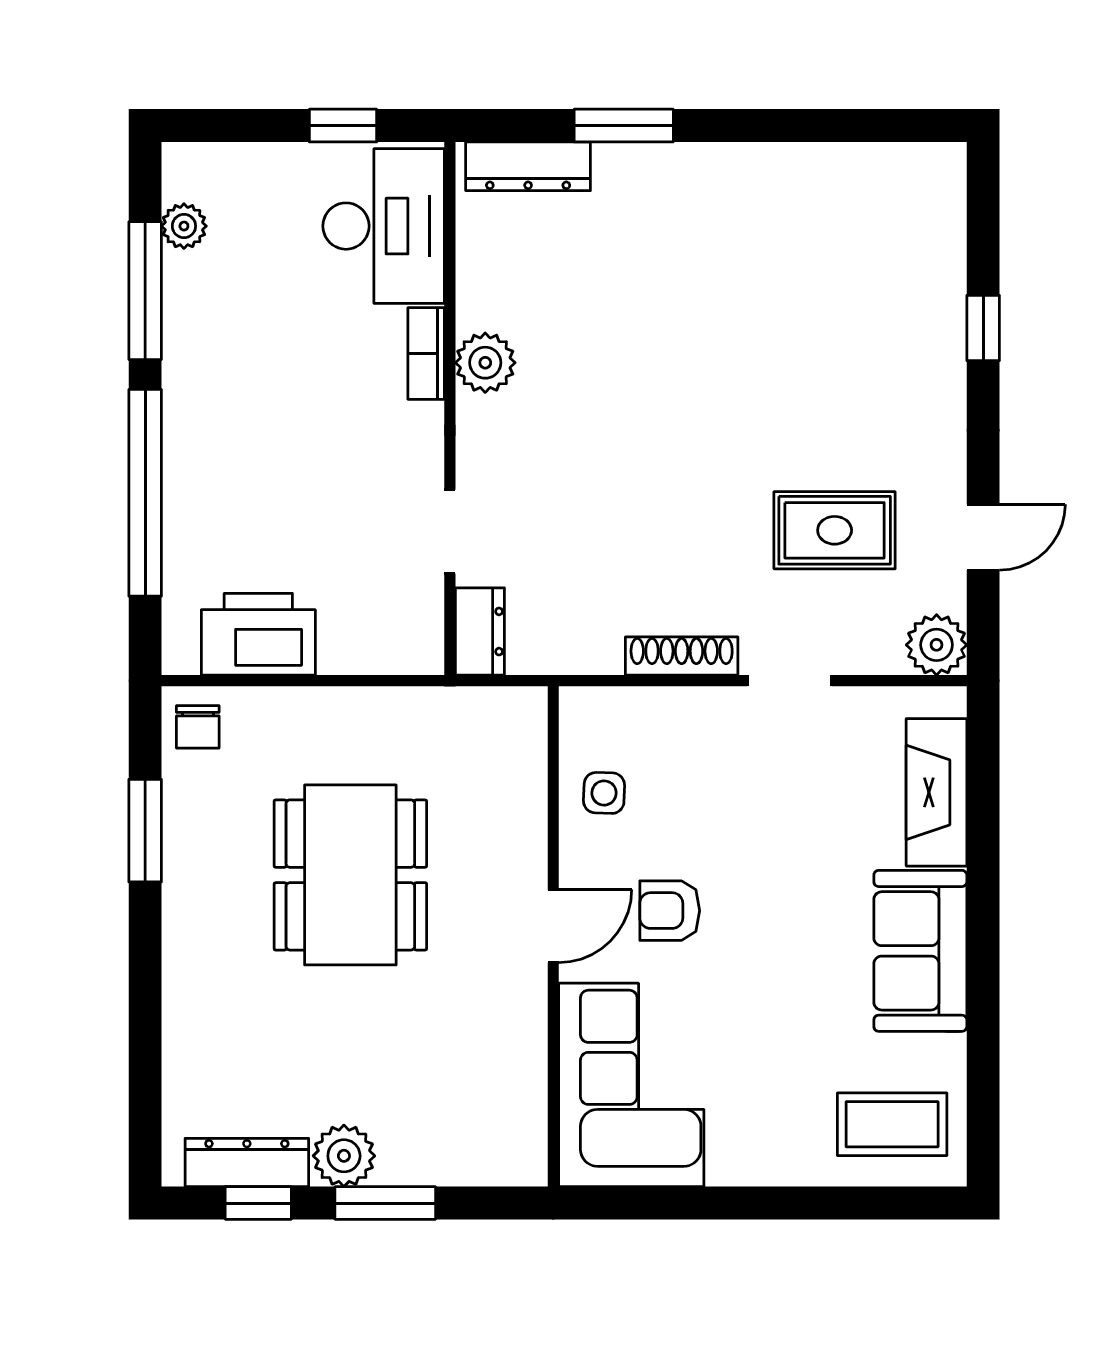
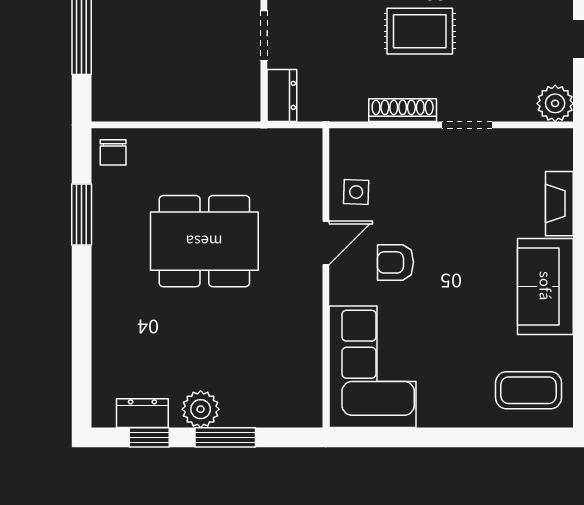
rug: (835, 530) -> (420, 31), moved
printer: (258, 634) -> (149, 97), removed
fireplace: (937, 792) -> (559, 204), width x0.73, depth x0.76
dining table: (350, 875) -> (204, 241), turned 90
door: (553, 926) -> (326, 243), moved
dresser: (247, 1163) -> (142, 413), width x0.70

